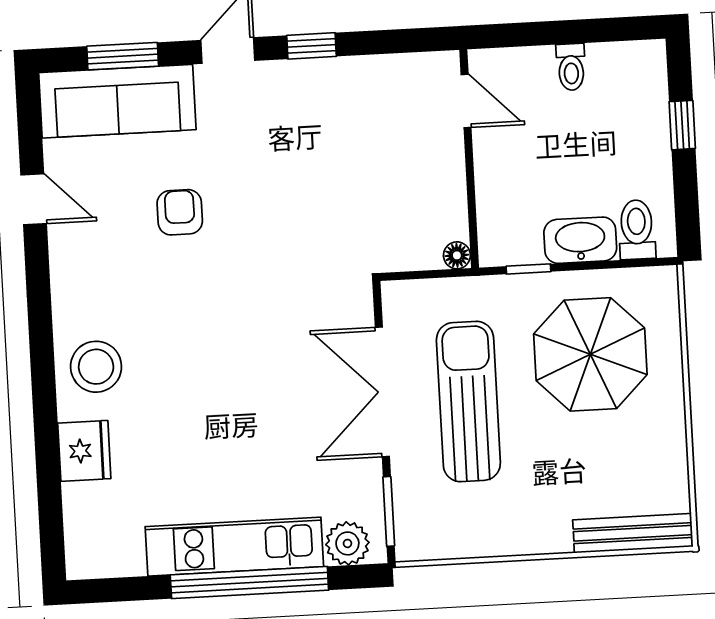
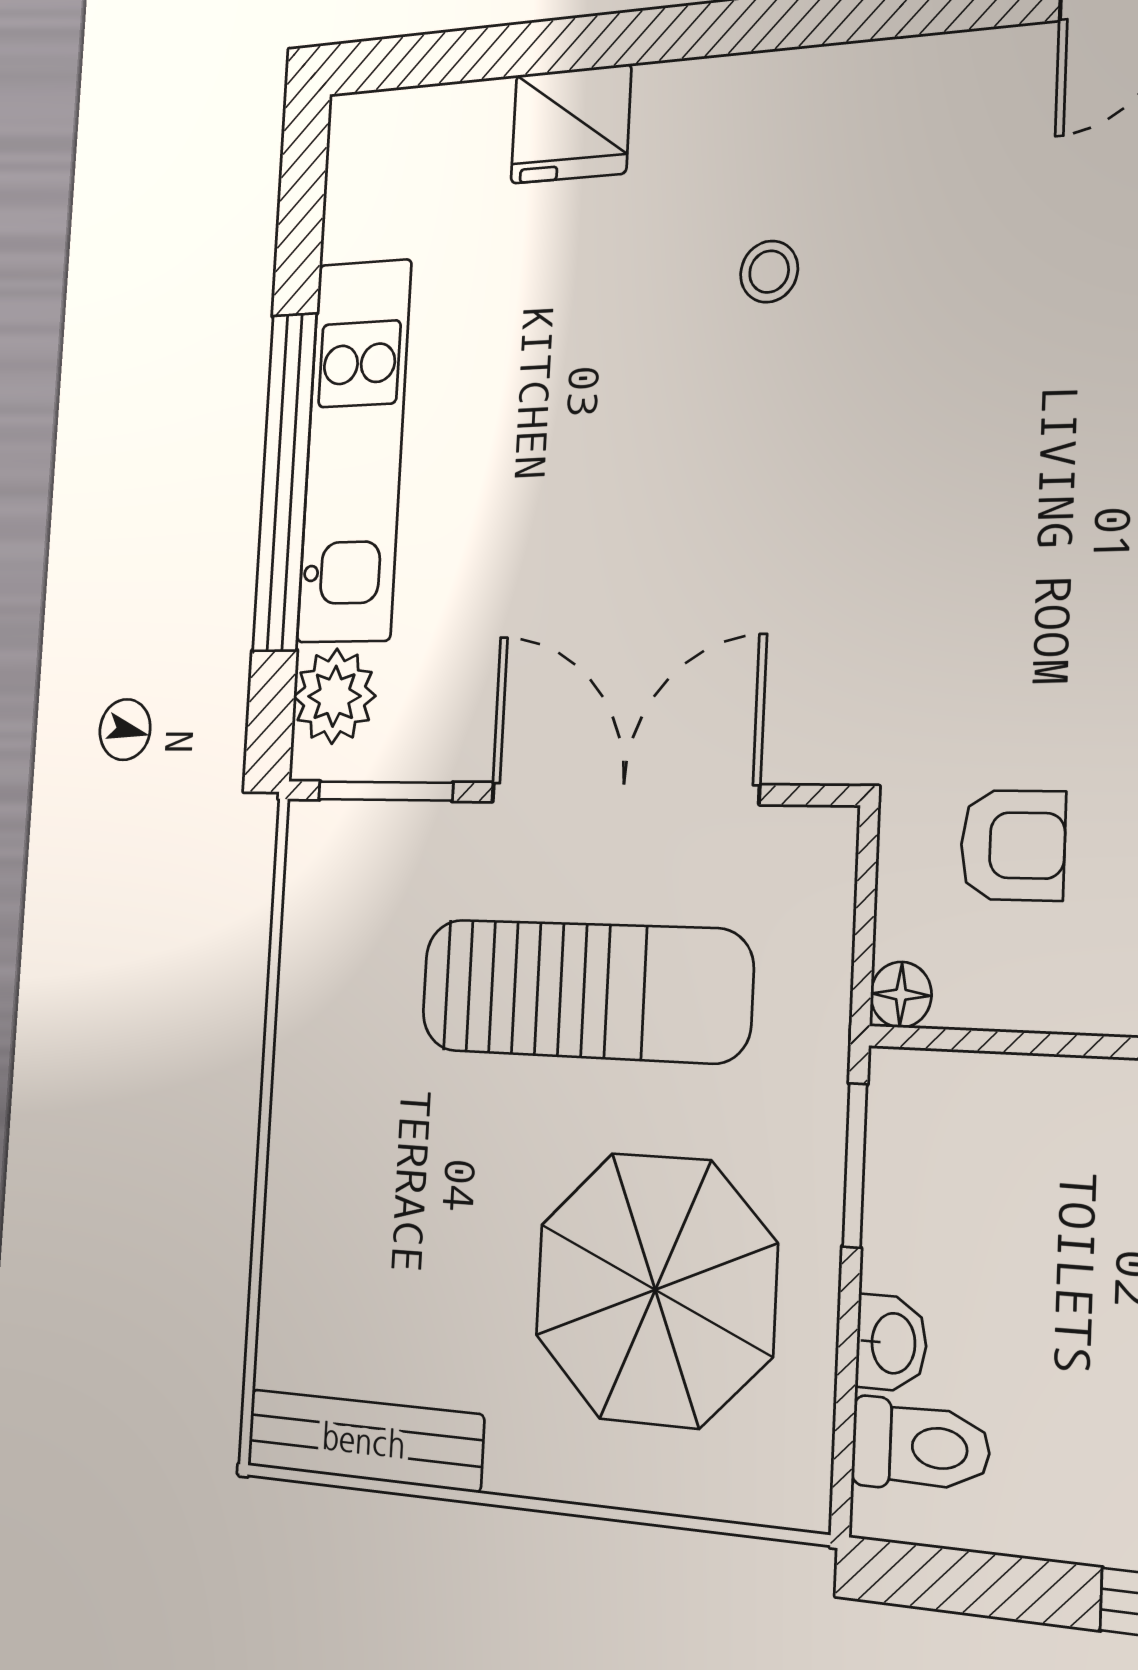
armchair: (180, 212) -> (1013, 845), moved
washbasin: (580, 240) -> (891, 1343), width x0.52, depth x0.69
window: (528, 269) -> (855, 1165), width x1.50
stool: (96, 367) -> (769, 272), moved, width x0.53, depth x0.53
bench: (633, 533) -> (364, 1440), moved, turned 90

